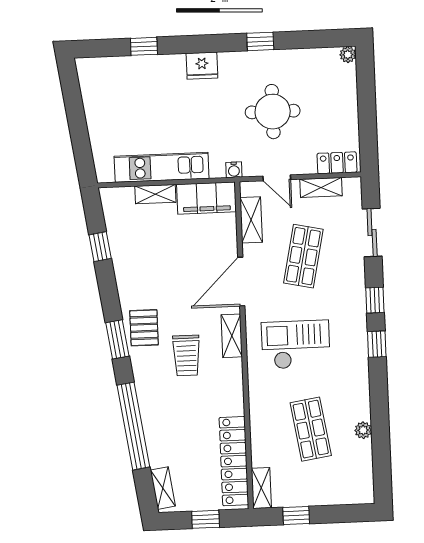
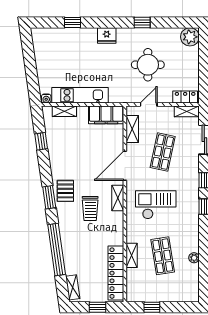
plant: (348, 55) -> (190, 37), width x1.88, depth x1.88
water cooler: (234, 170) -> (46, 99), moved
door: (277, 178) -> (149, 105), swing flipped
shelving: (321, 187) -> (187, 111), moved
shelving: (155, 194) -> (64, 111), moved
shelving: (261, 488) -> (132, 255), moved

